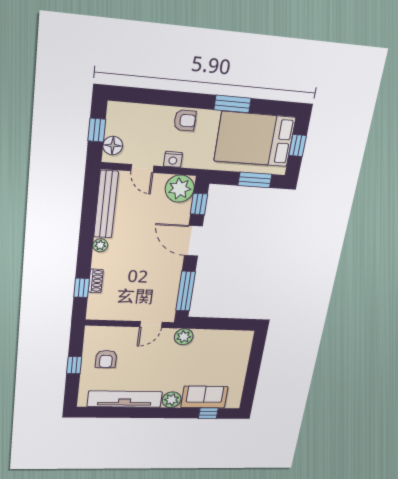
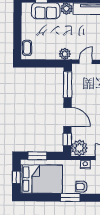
window: (232, 104) -> (70, 198), moved
coffee table: (242, 347) -> (27, 48), added

